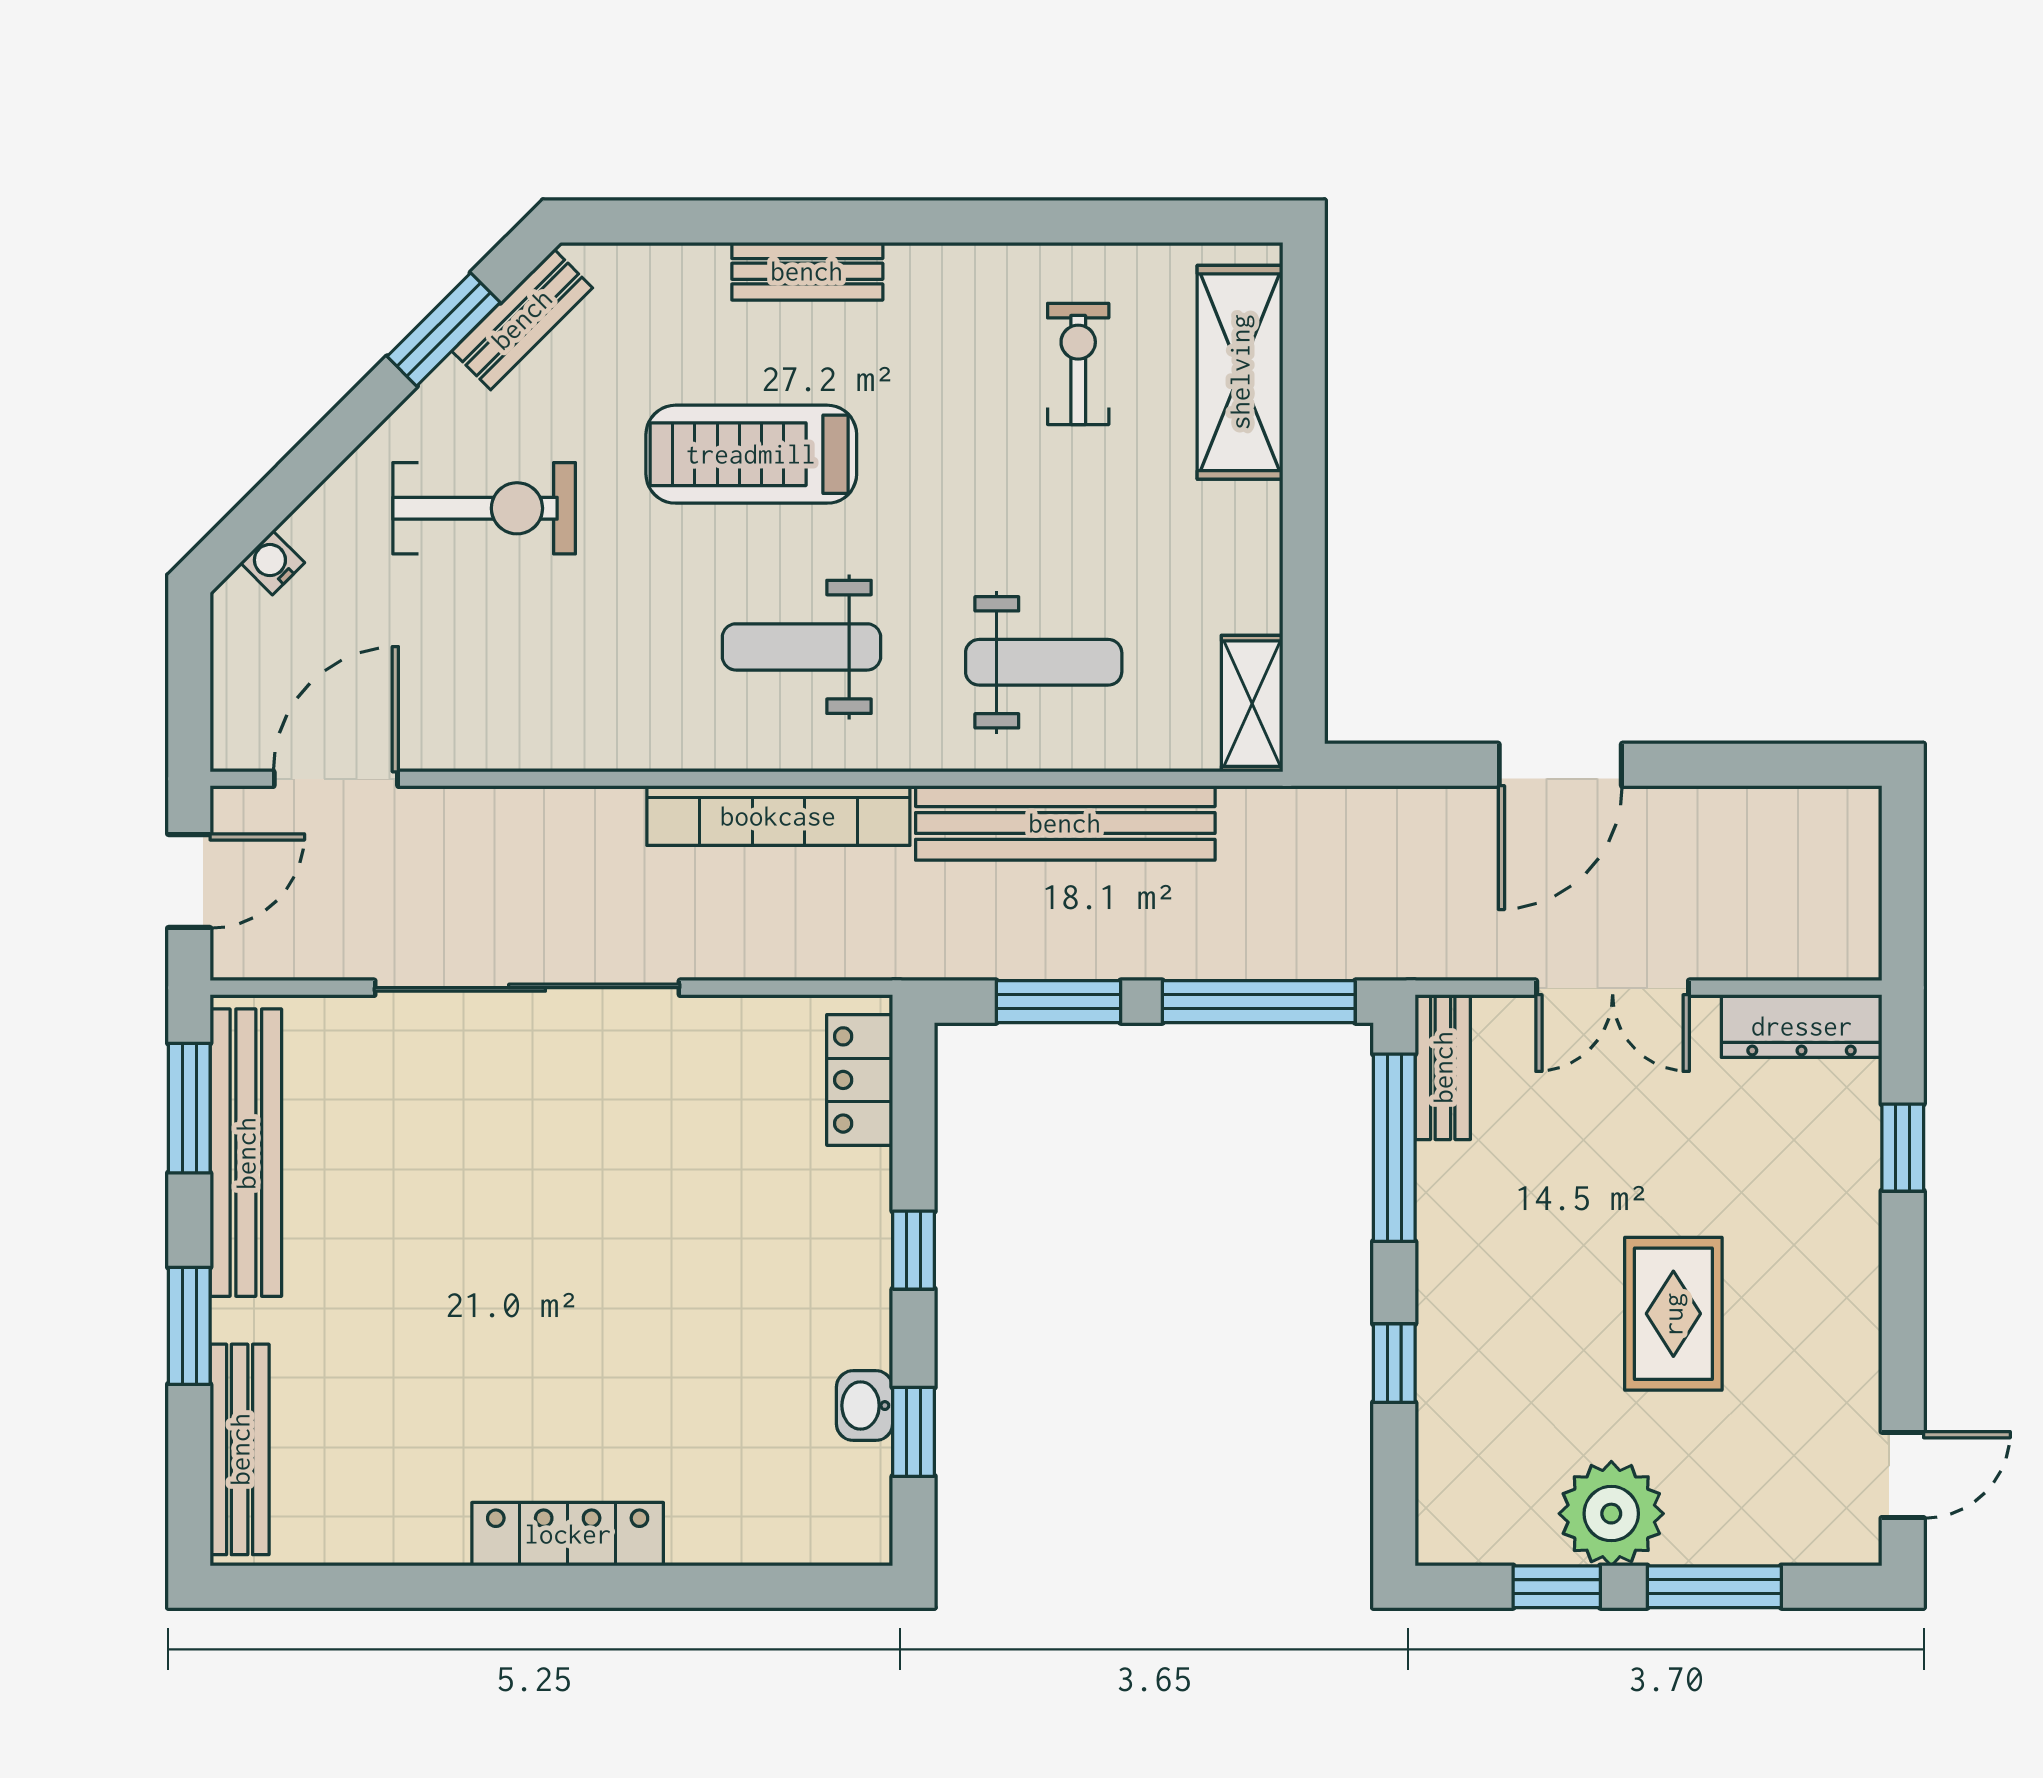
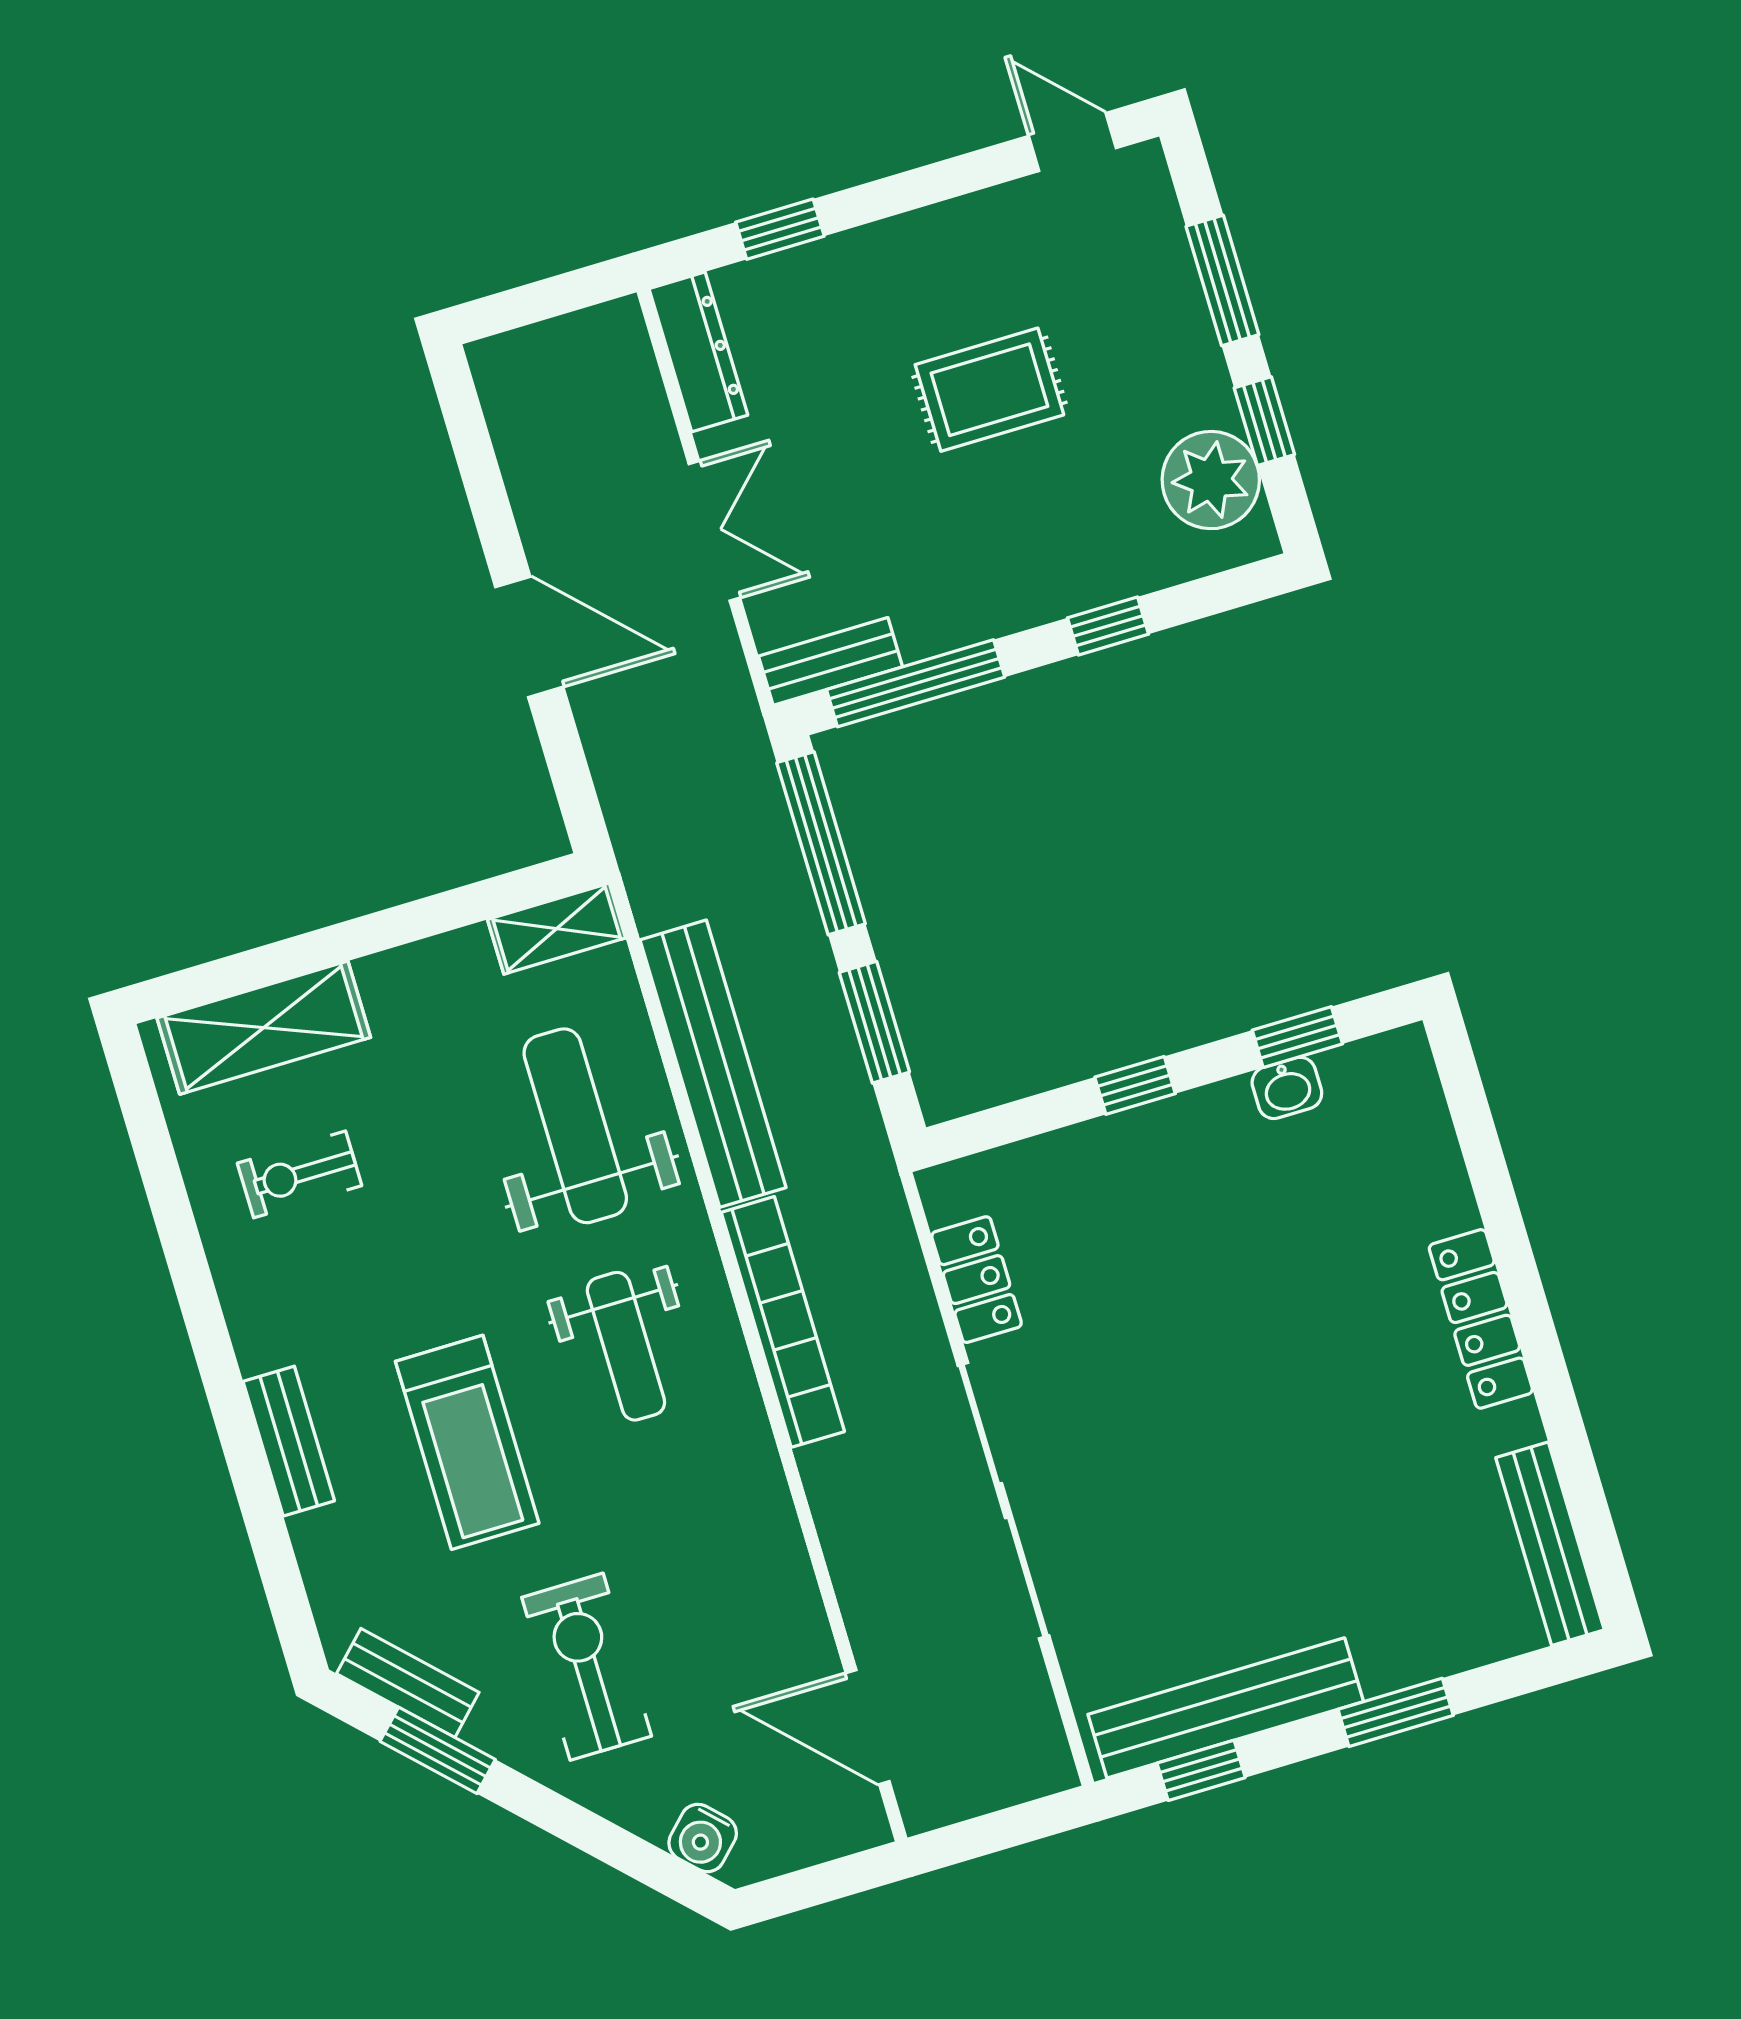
water cooler: (272, 563) -> (703, 1838), width x1.38, depth x1.38
weight bench: (1044, 662) -> (575, 1126), width x1.36, depth x1.33
door: (189, 881) -> (998, 1831), removed
locker: (860, 1080) -> (977, 1280), moved, turned -90
window: (189, 1108) -> (1201, 1770), width x0.67
bench: (240, 1449) -> (1550, 1544), moved, turned 90
plant: (1611, 1514) -> (1211, 480), moved

